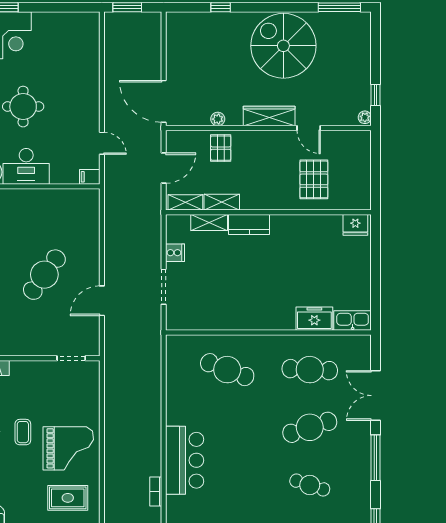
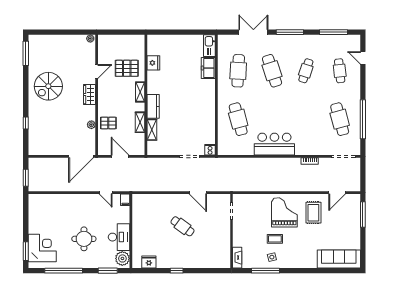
spiral stairs: (283, 46) -> (48, 86), width x0.73, depth x0.73
window: (376, 95) -> (77, 32), removed
wardrobe: (269, 116) -> (90, 95), width x0.67
door: (102, 143) -> (106, 193), swing flipped
shelving: (185, 202) -> (140, 92), moved
fridge: (355, 225) -> (153, 63), moved
cooker: (175, 253) -> (210, 150), moved
cafe table: (44, 275) -> (183, 226), width x0.73, depth x0.74
cafe table: (227, 370) -> (238, 119), turned -36
double door: (376, 396) -> (253, 32), swing flipped
bar counter: (185, 460) -> (274, 144), moved

